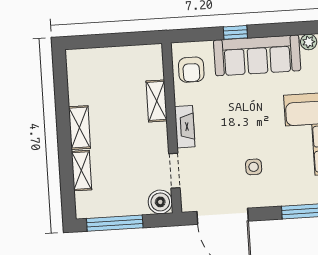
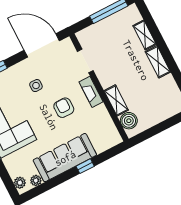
armchair: (191, 70) -> (64, 108), moved
boiler: (160, 202) -> (129, 121), moved

